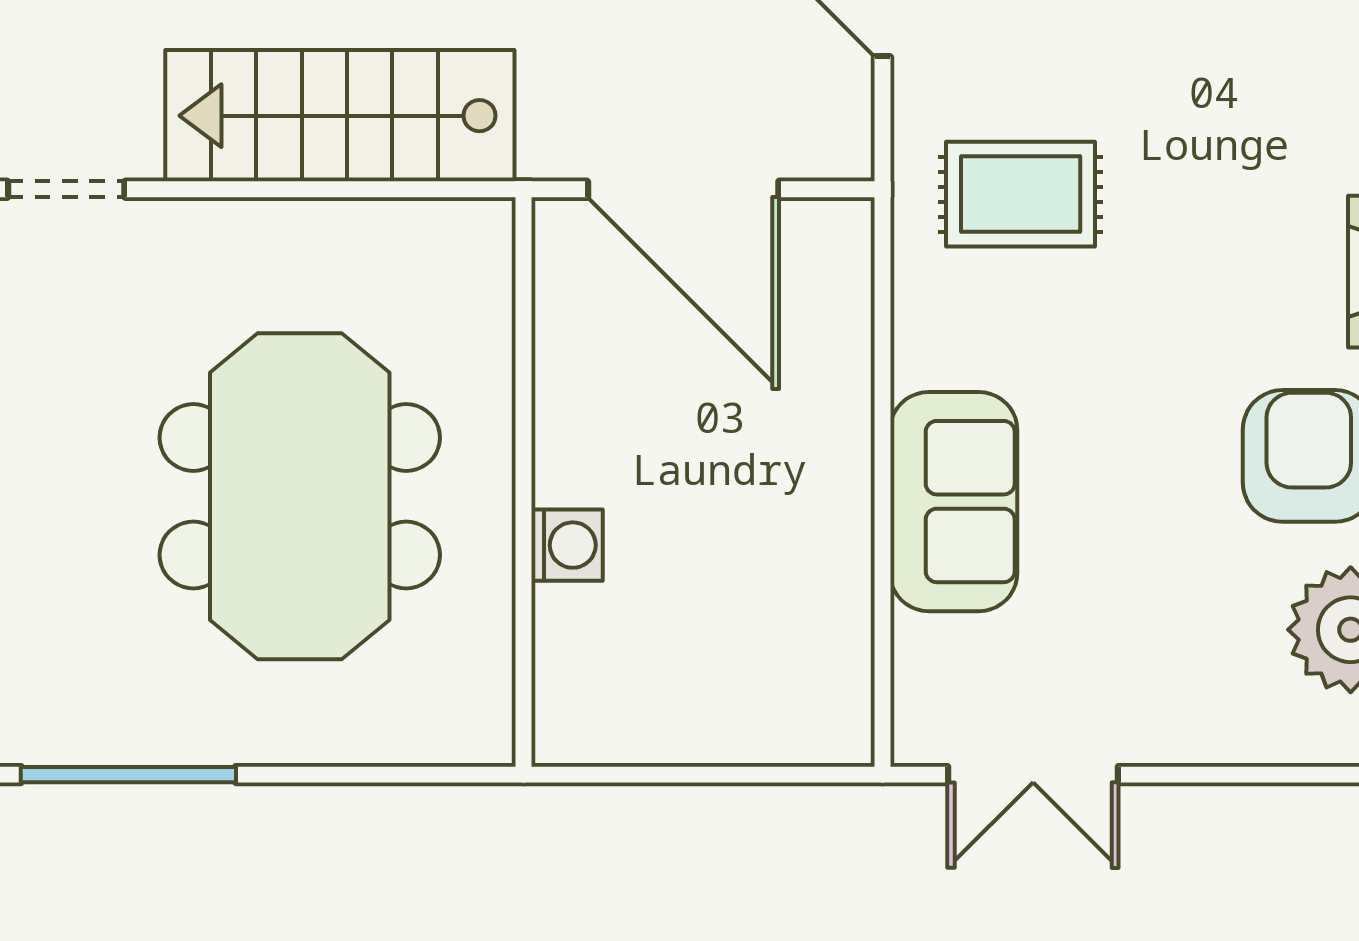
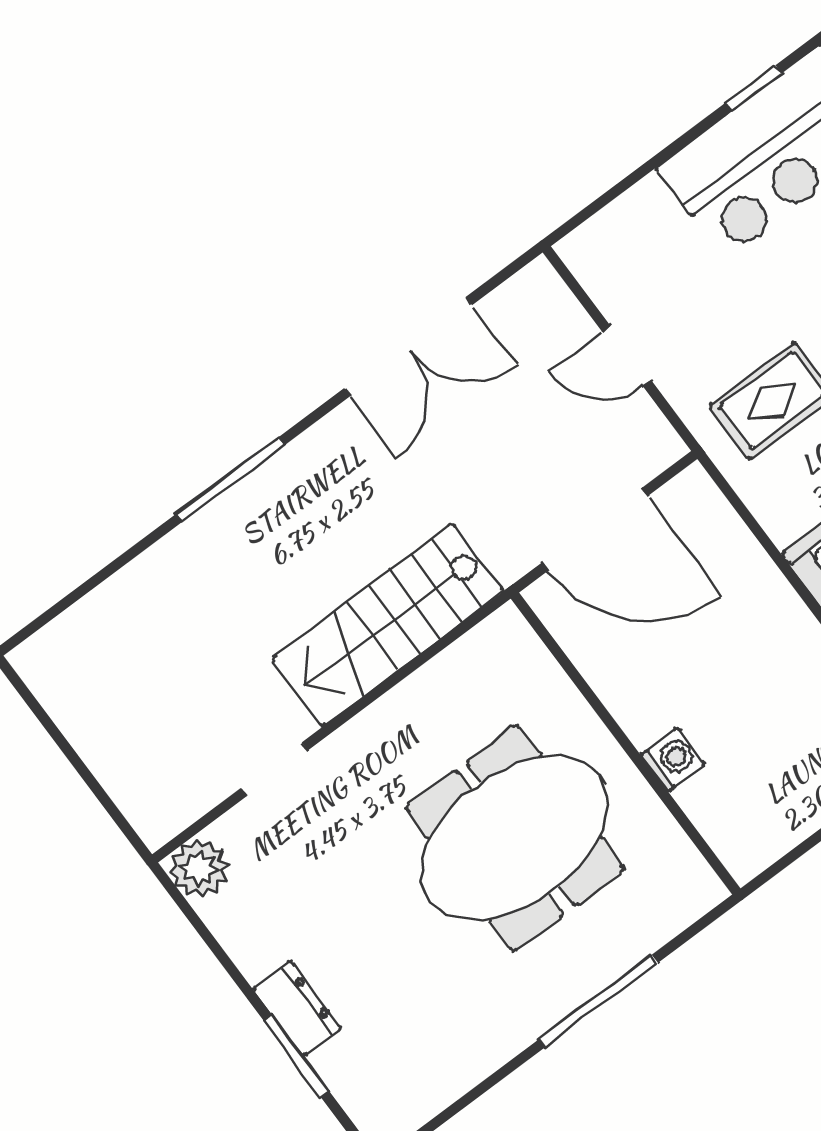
meeting table: (300, 496) -> (515, 838), turned 90
window: (128, 775) -> (599, 1001), moved

